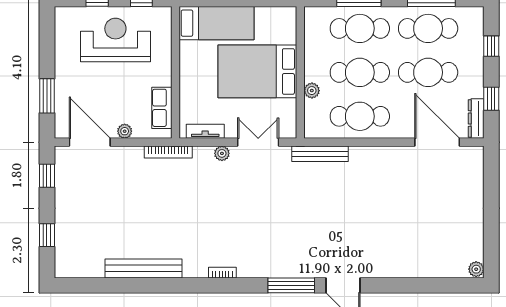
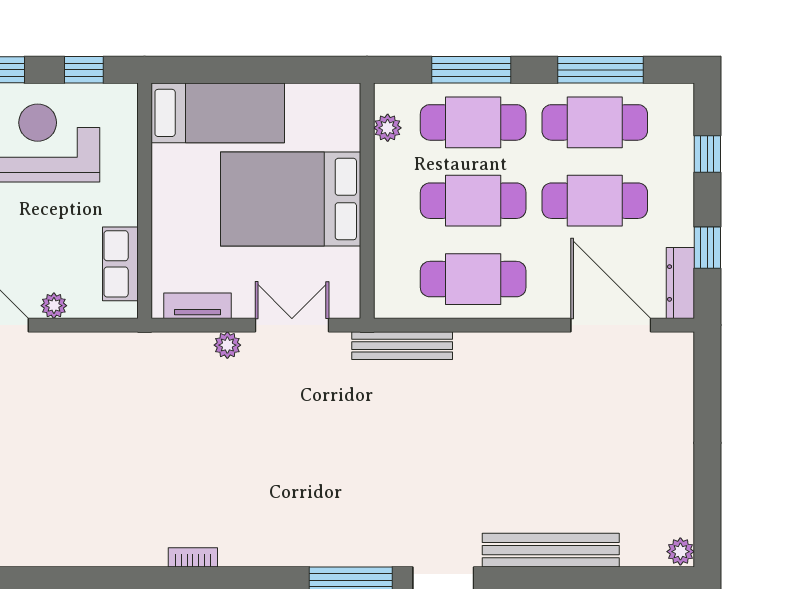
plant: (312, 91) -> (388, 128), moved
bookcase: (168, 152) -> (132, 343), removed
bench: (143, 268) -> (551, 550), moved
bookcase: (222, 273) -> (193, 557), moved

